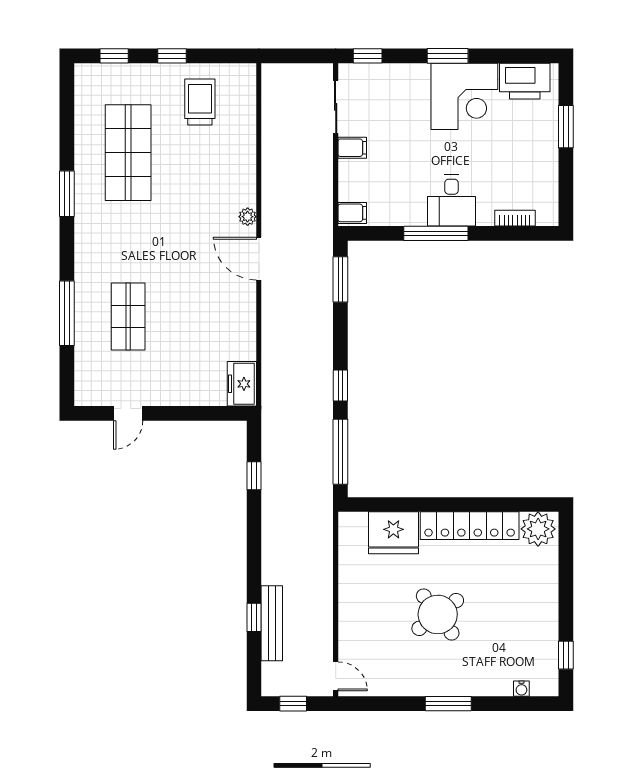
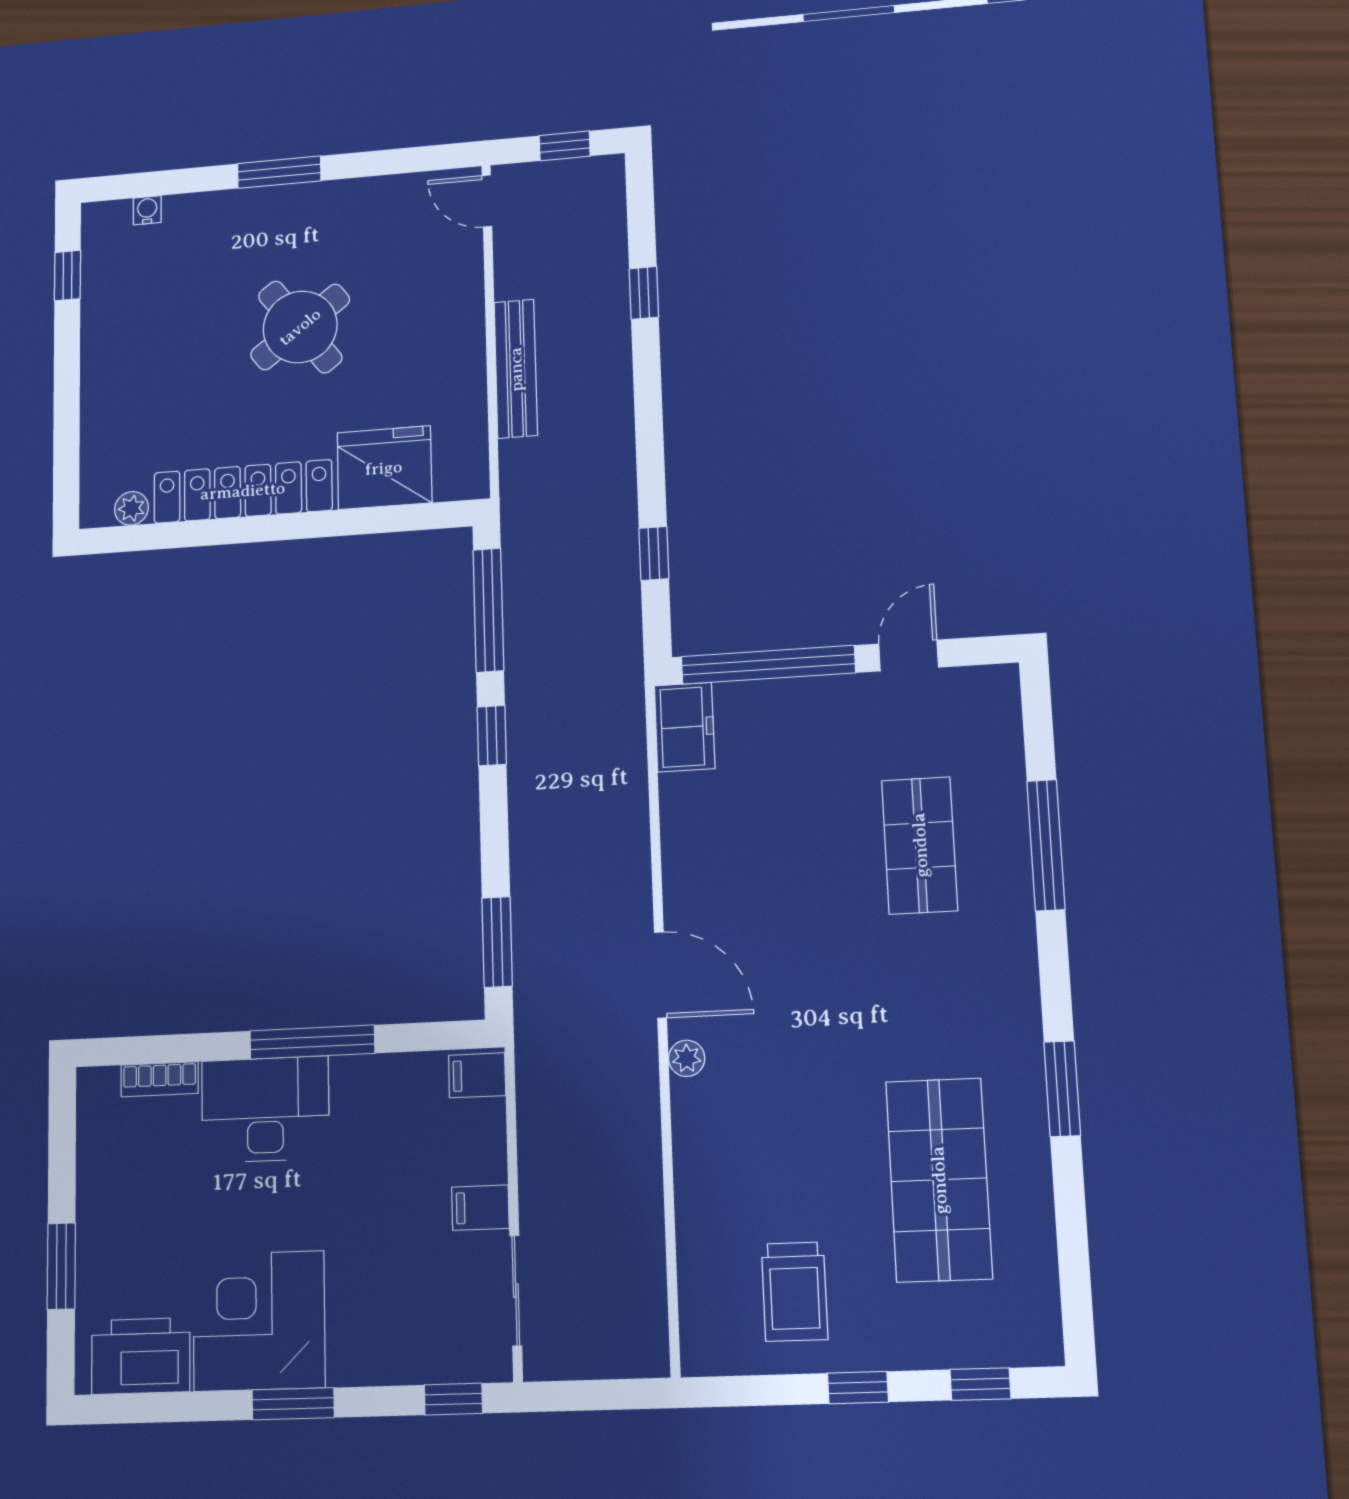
desk: (451, 201) -> (265, 1110), width x1.37
window: (198, 413) -> (768, 665), added
plant: (538, 529) -> (132, 508), width x0.53, depth x0.53
bench: (272, 623) -> (516, 369), moved

